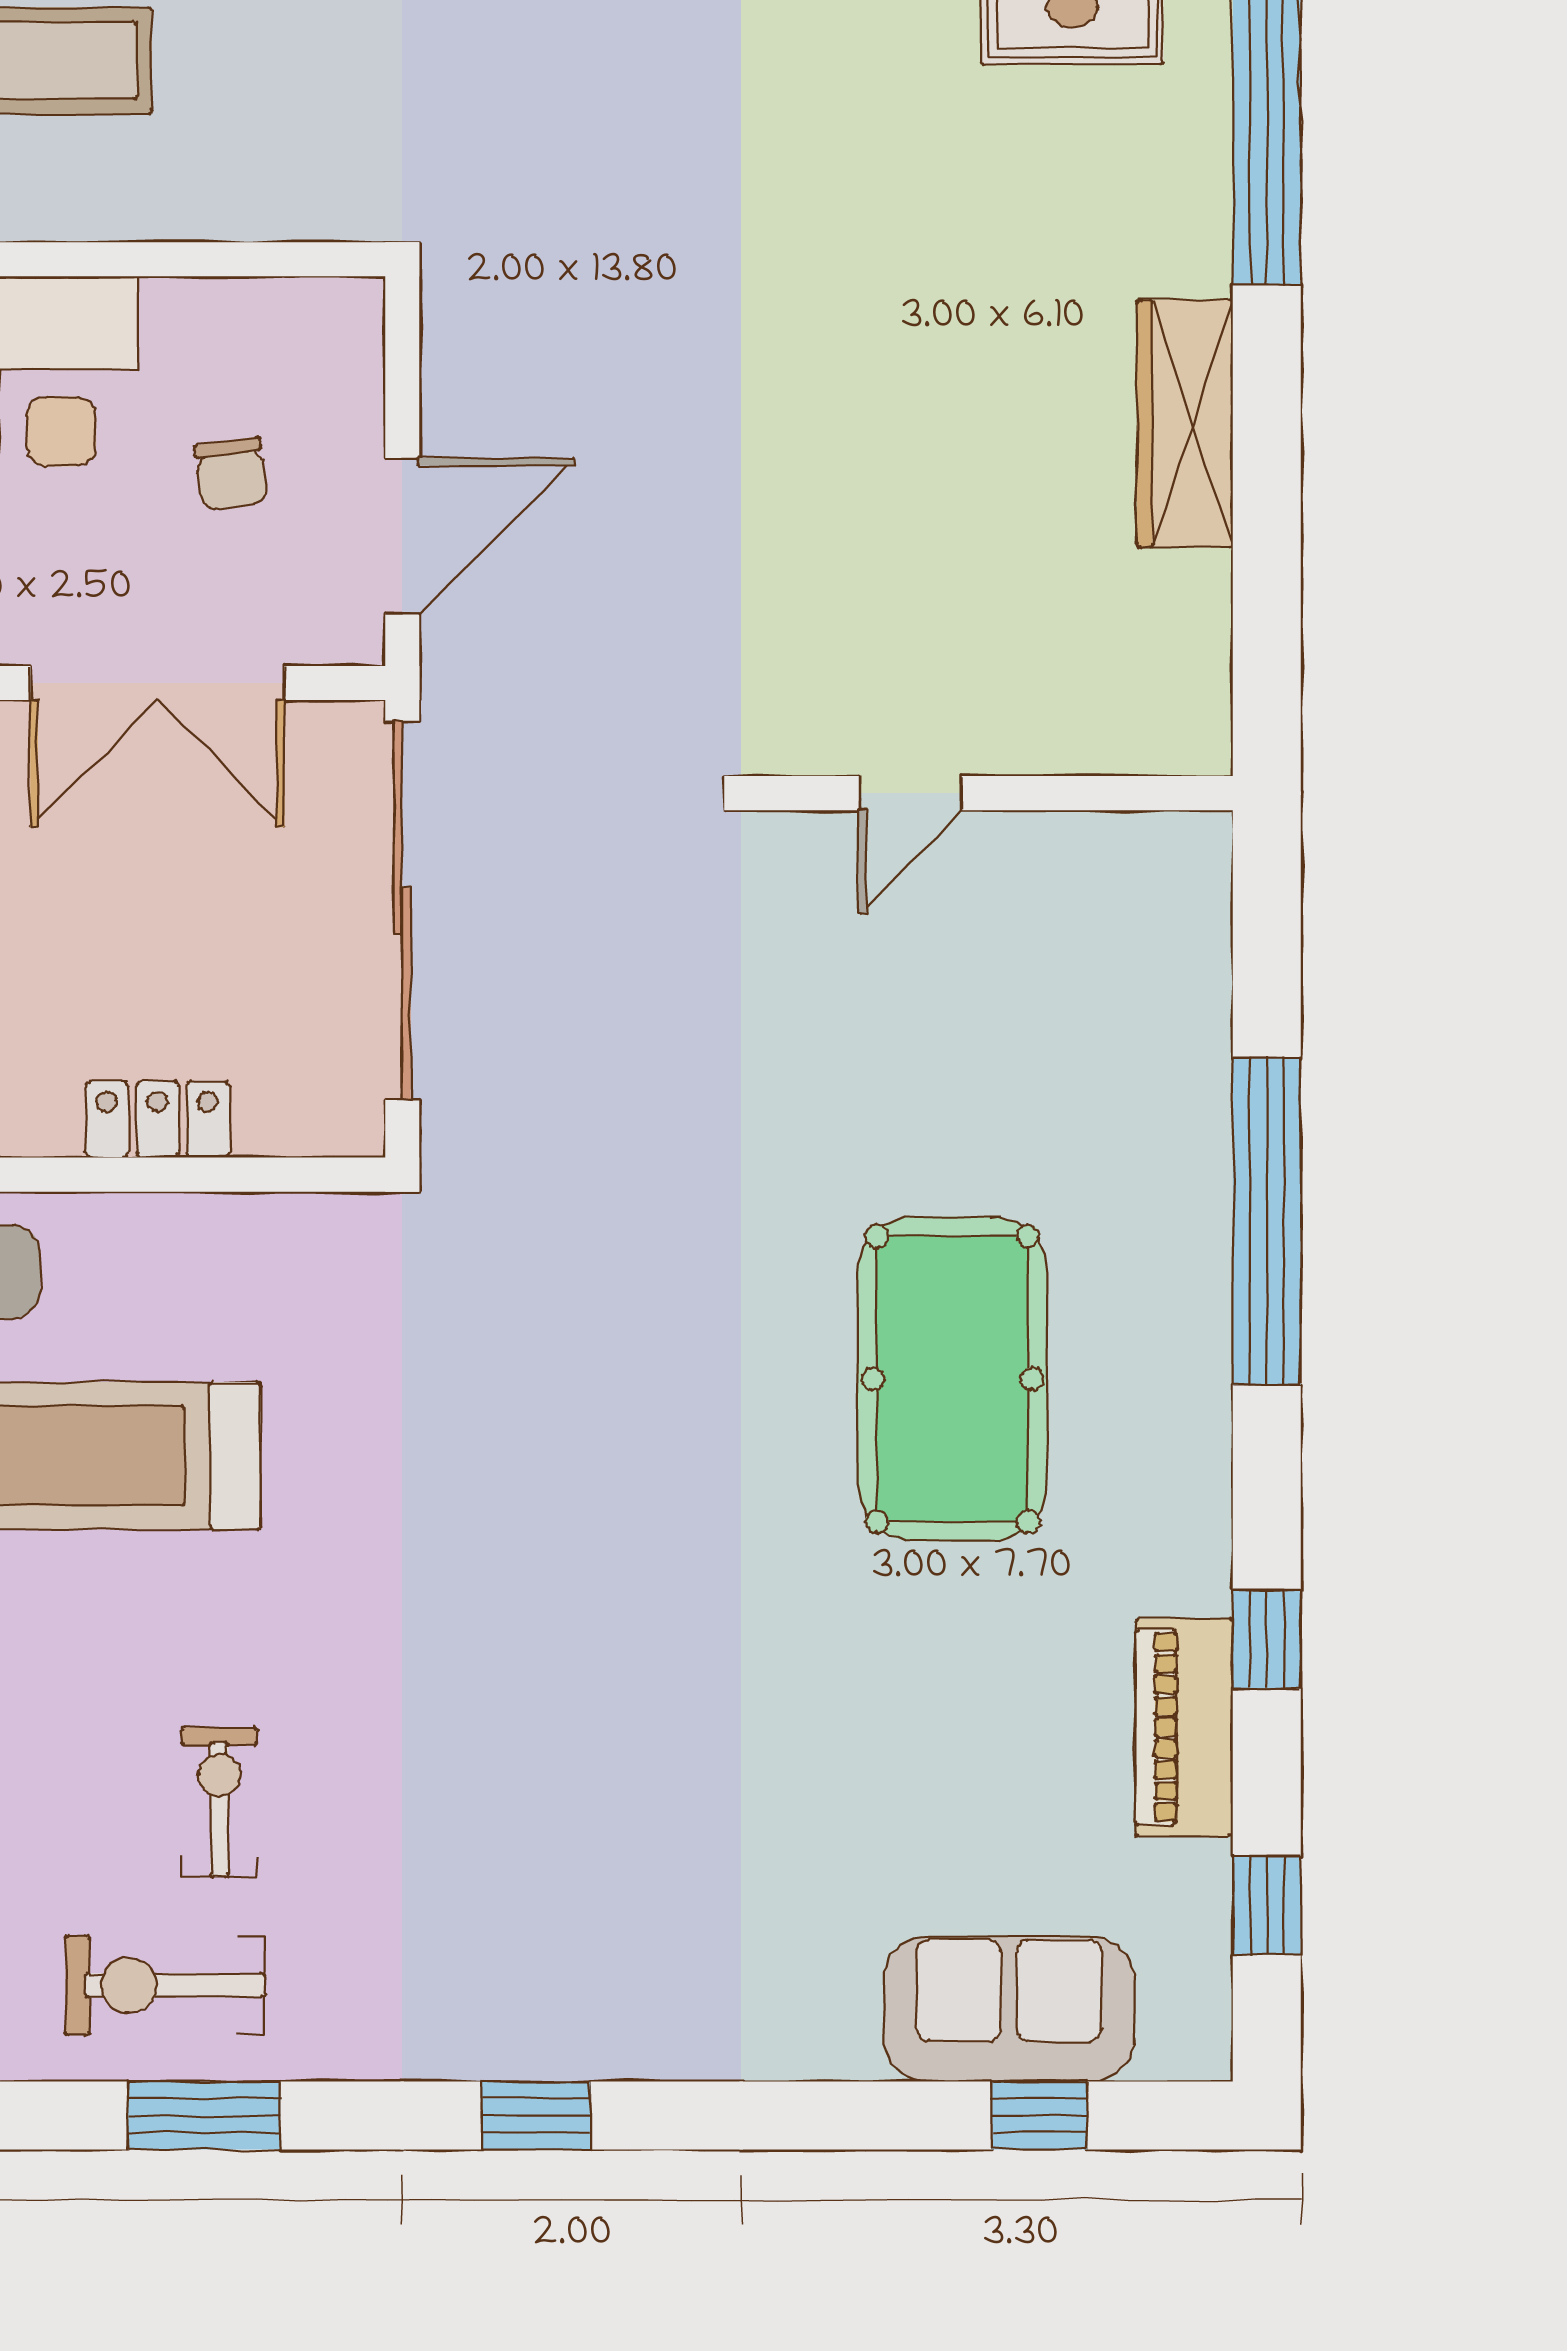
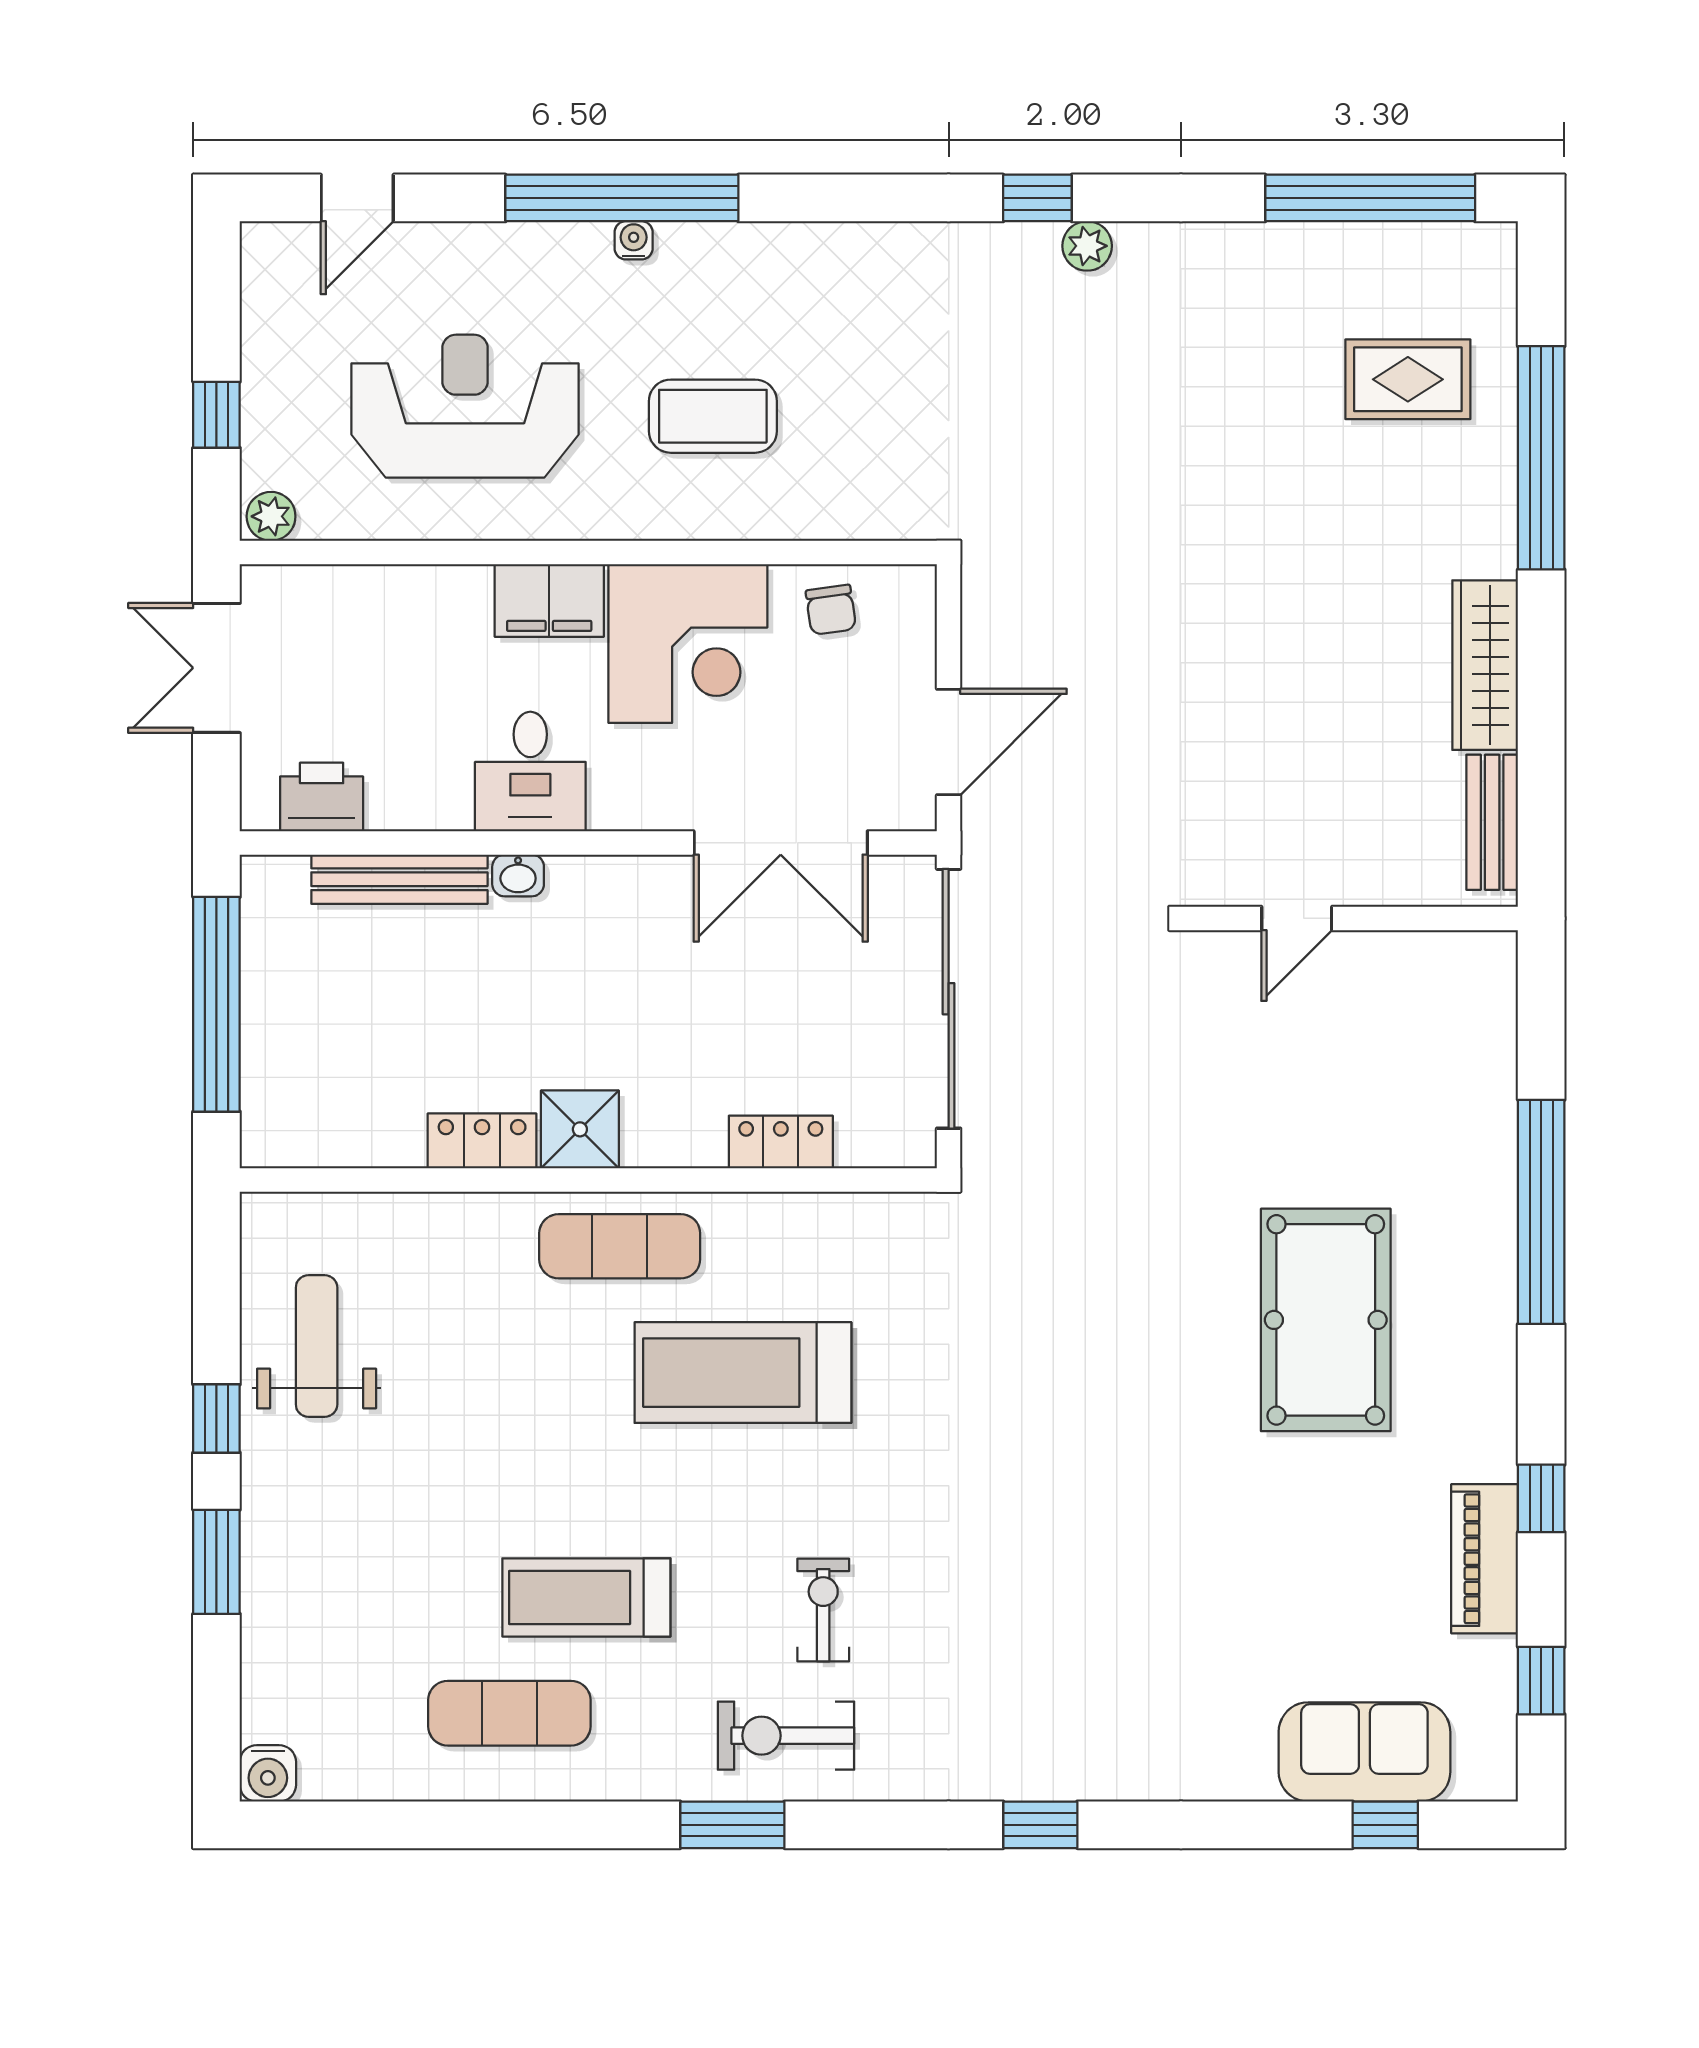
chair: (231, 473) -> (831, 610), moved
bench: (1195, 653) -> (1492, 822), added
window: (204, 2115) -> (732, 1825), moved

